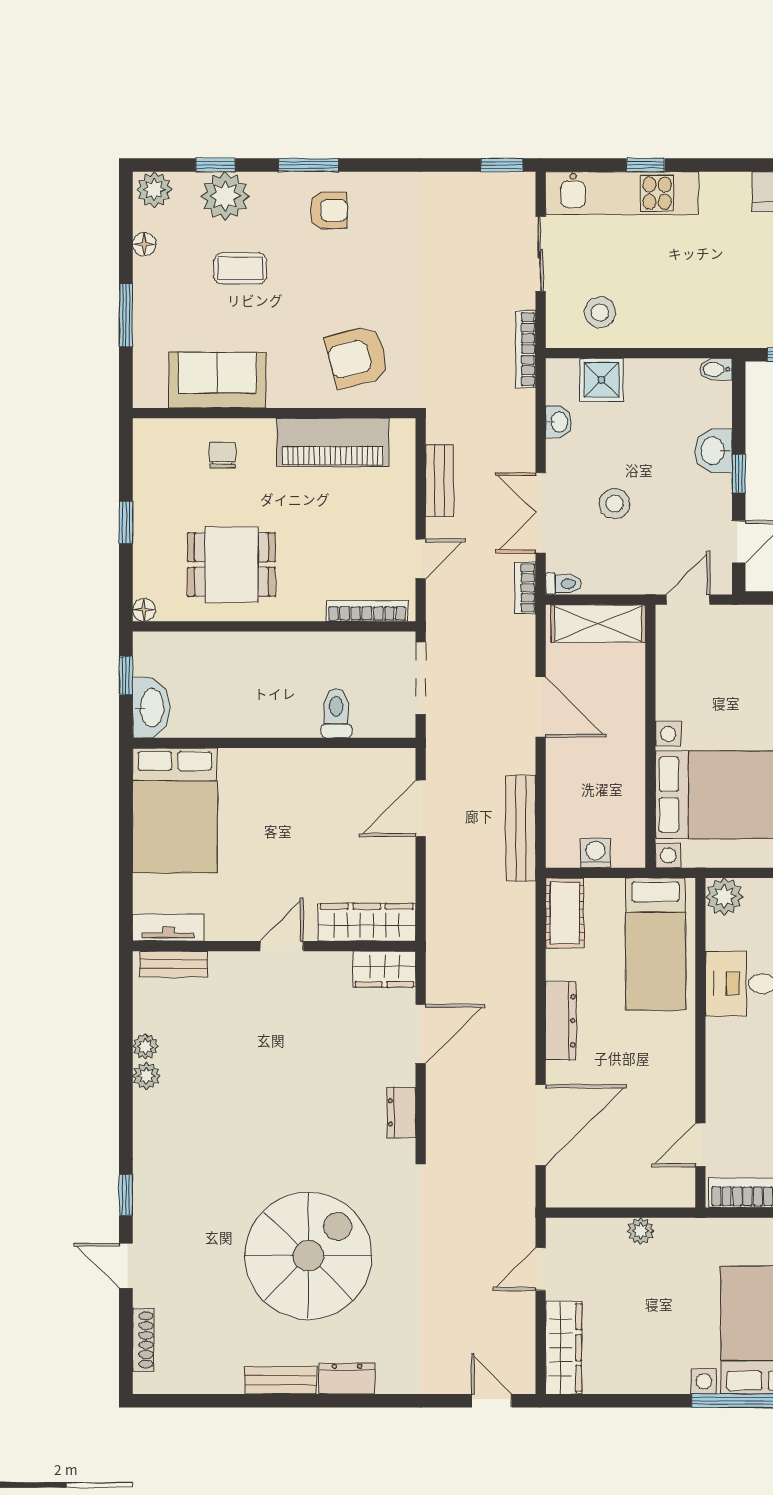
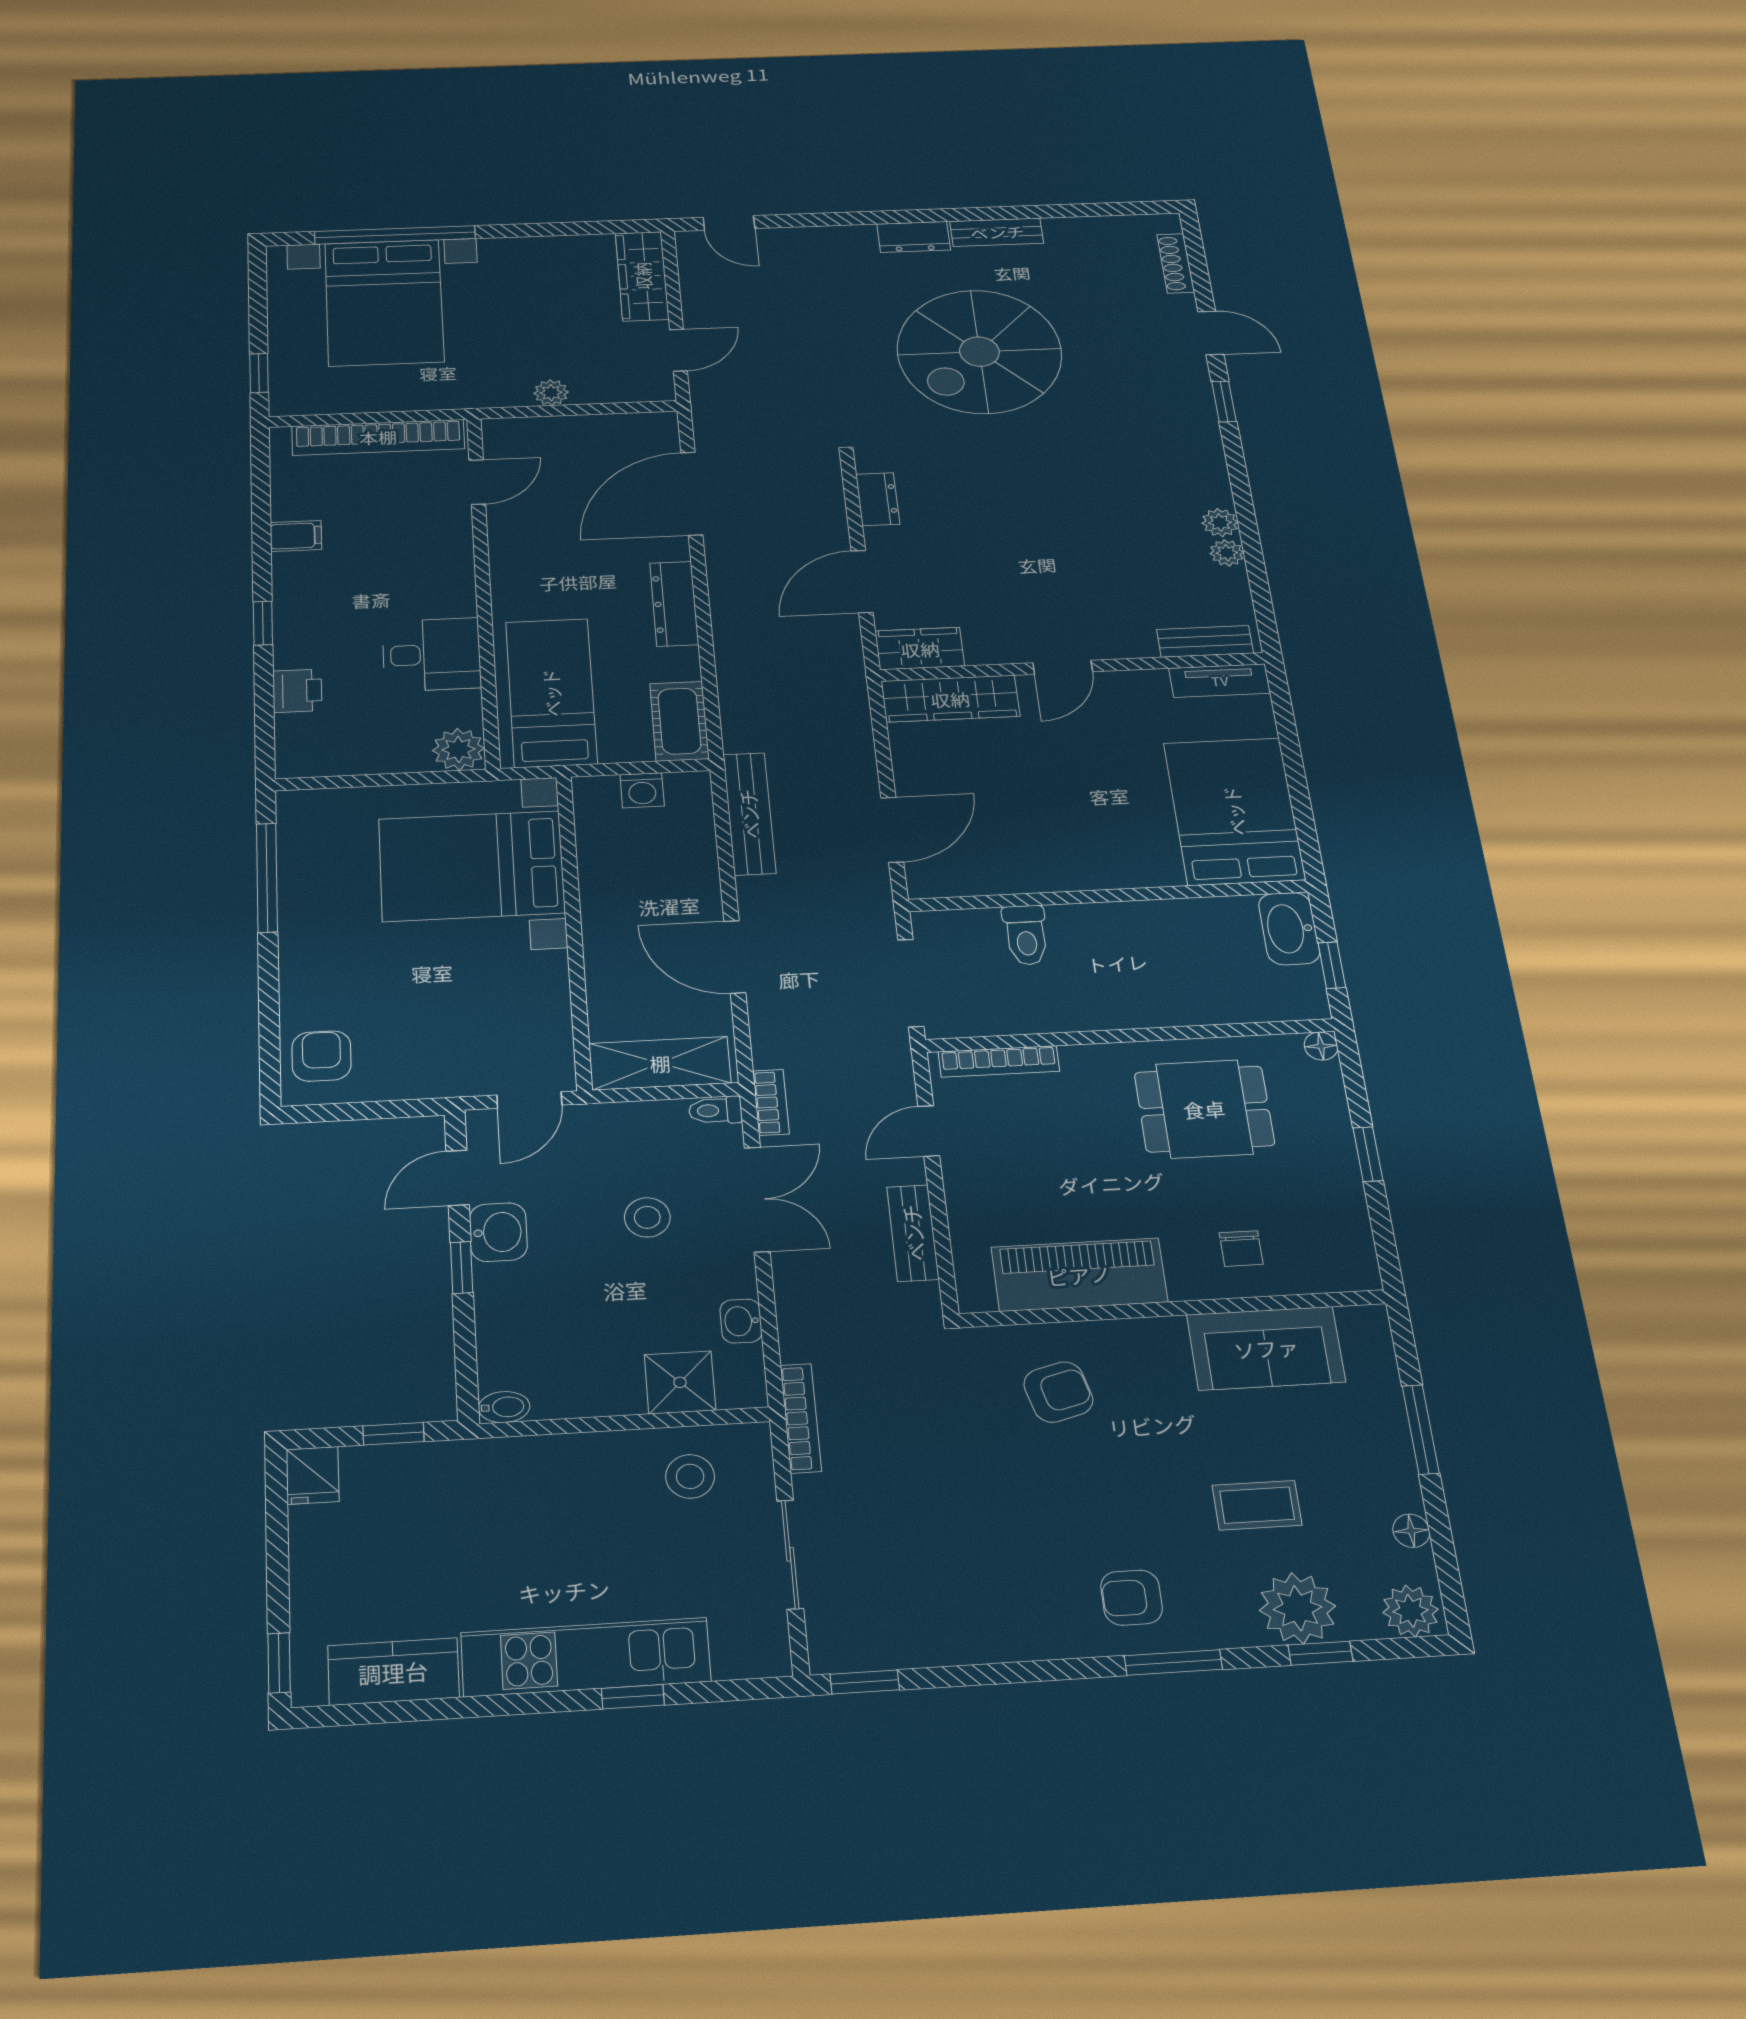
kitchen unit: (622, 193) -> (586, 1657), moved
armchair: (357, 357) -> (1058, 1392), width x0.72, depth x0.72
washbasin: (714, 451) -> (498, 1232), moved

